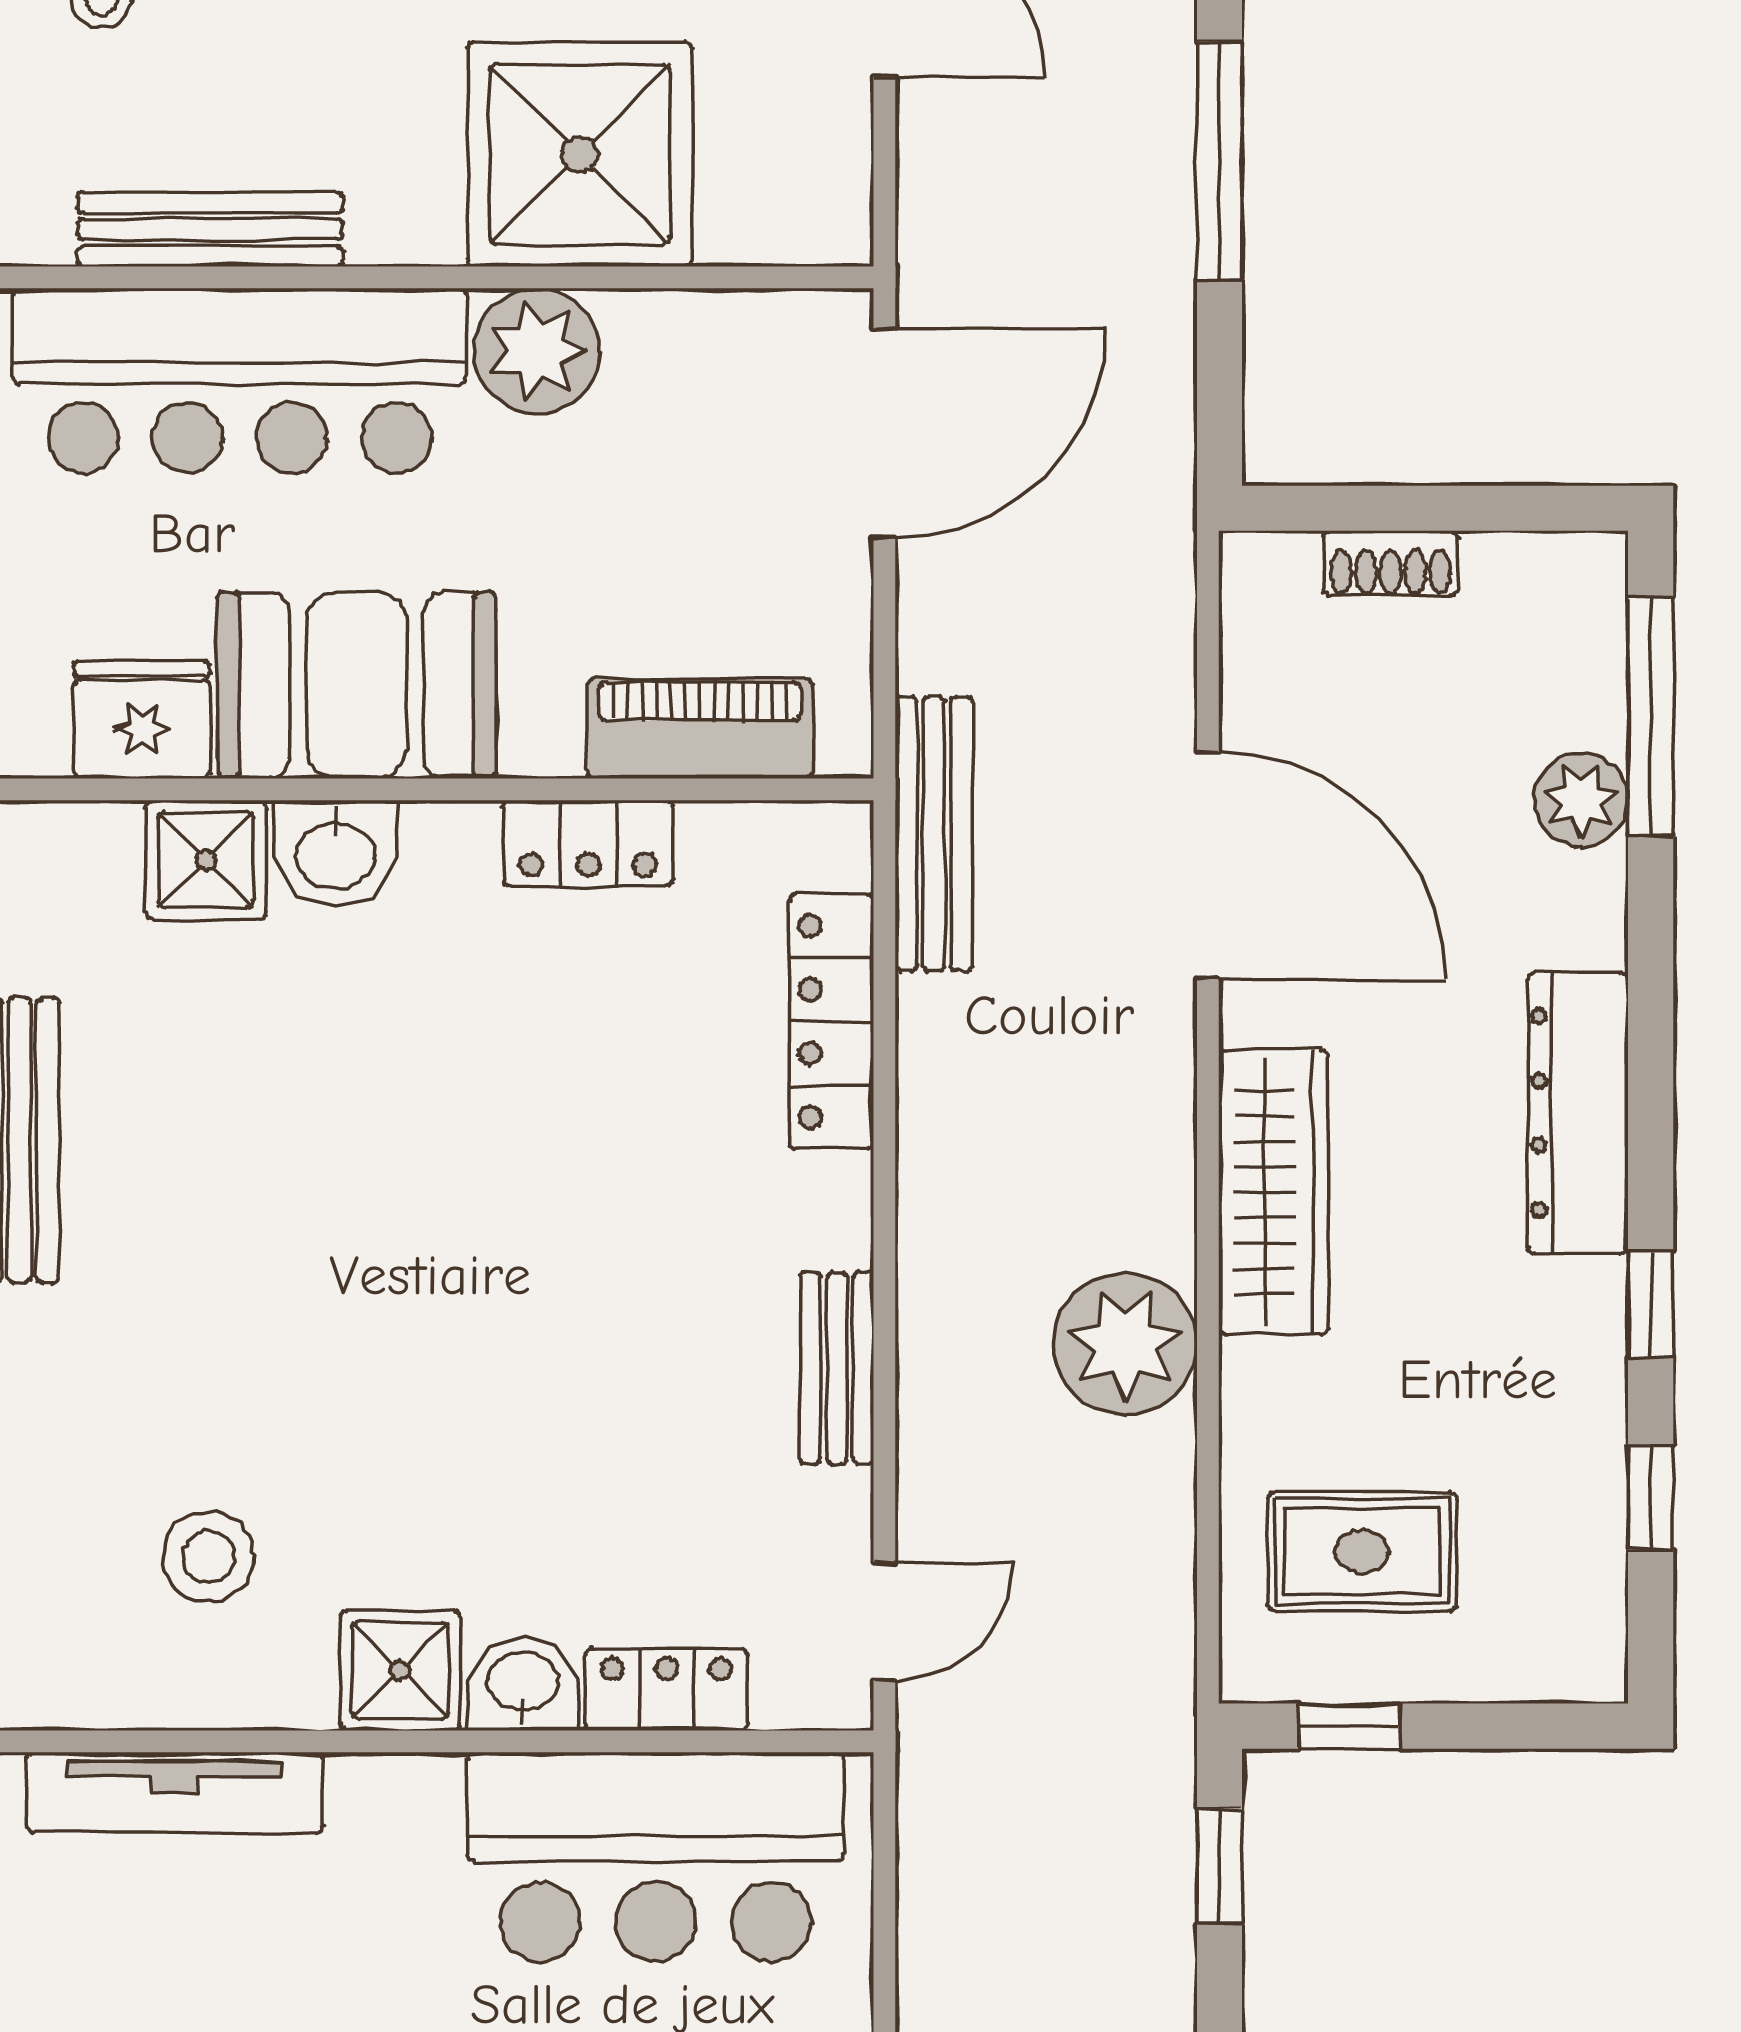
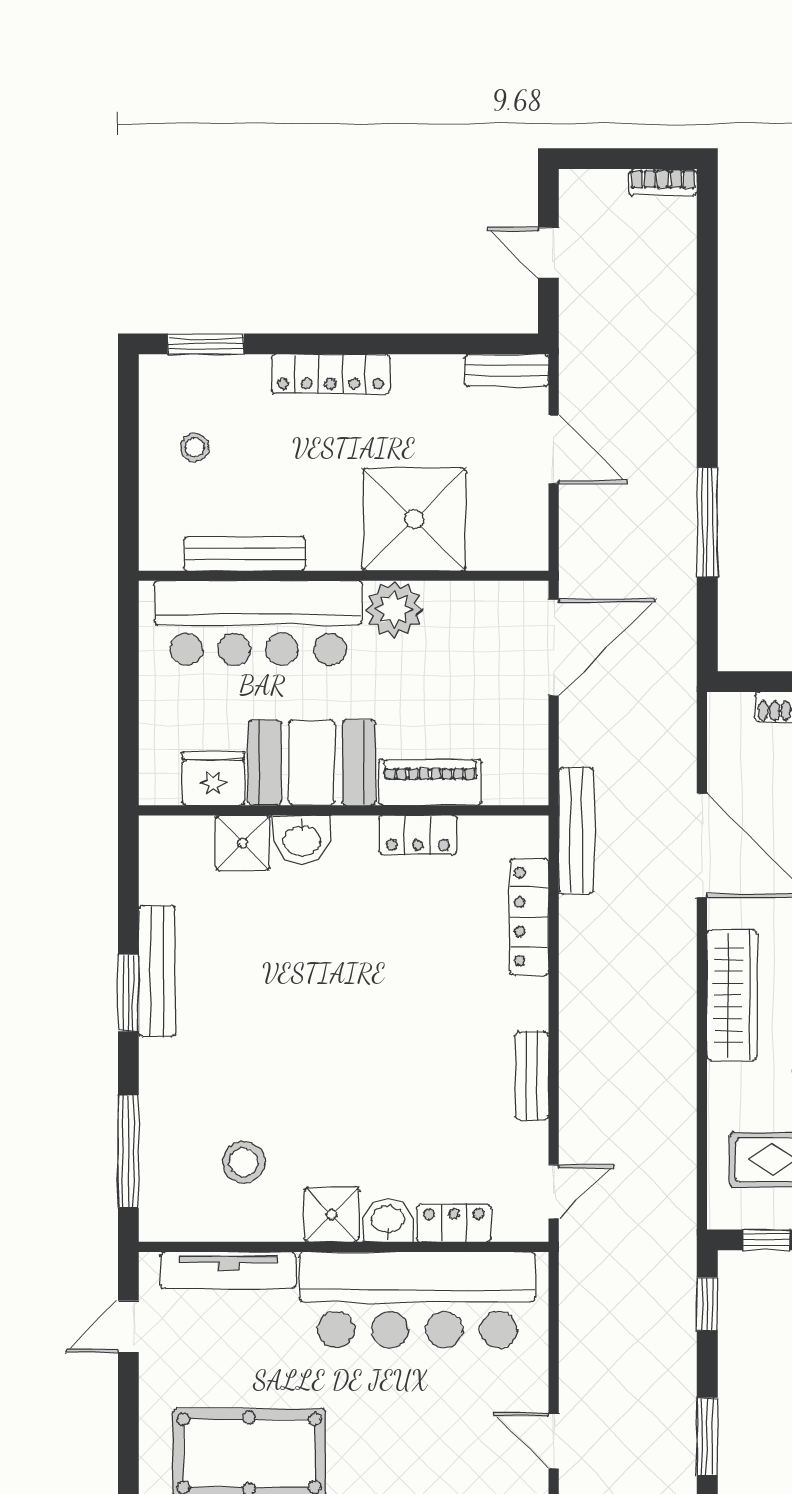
piano: (700, 728) -> (430, 782), moved
plant: (1125, 1344) -> (664, 1065), removed
bar counter: (656, 1857) -> (417, 1300), width x1.36

